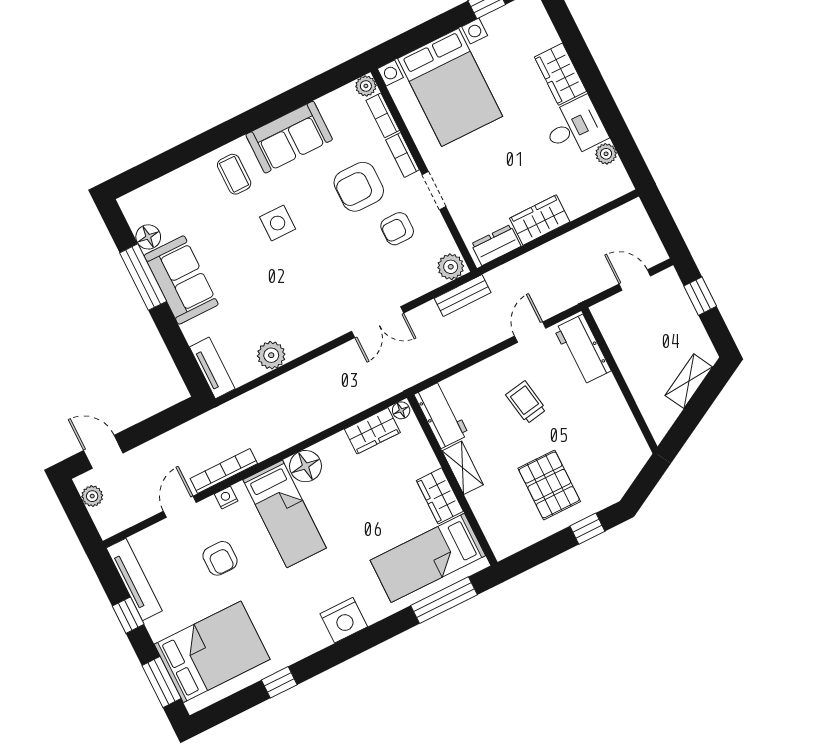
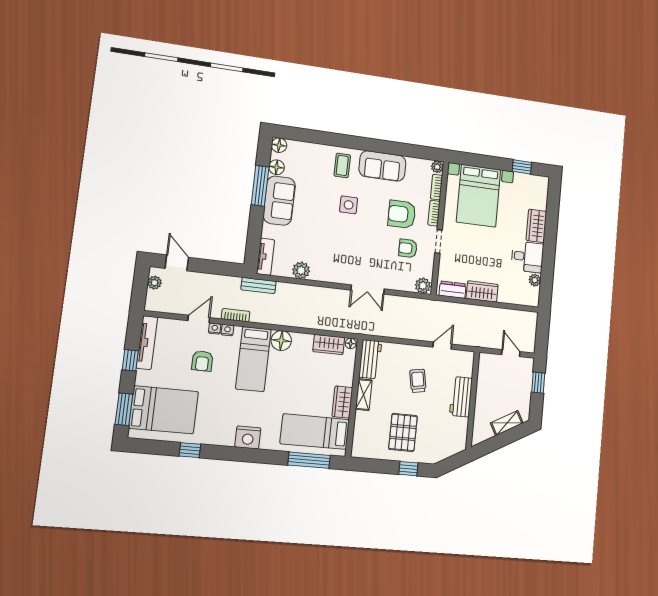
floor lamp: (132, 204) -> (279, 145), added
bench: (463, 295) -> (258, 286), moved
workbench: (582, 350) -> (461, 397), moved
bookcase: (224, 471) -> (236, 315), width x0.64
nightstand: (208, 506) -> (215, 329), added

